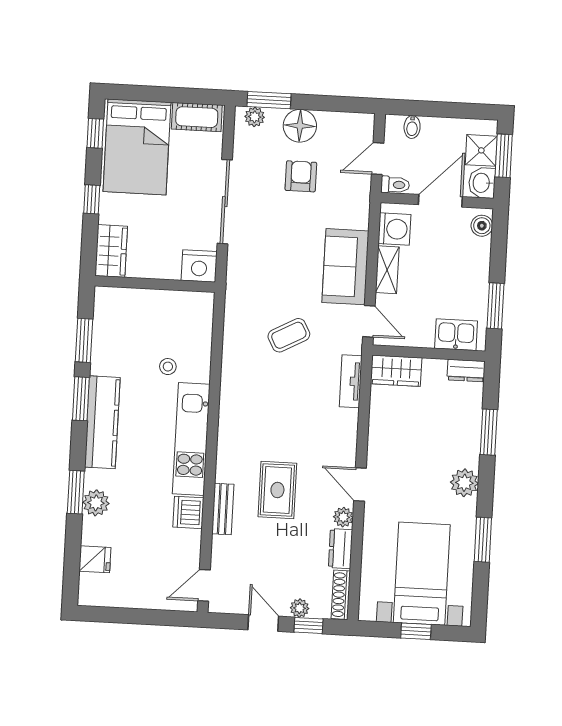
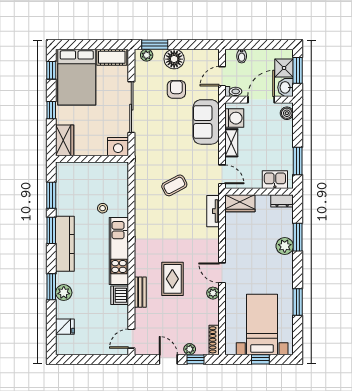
sofa: (345, 267) -> (206, 122), moved
plant: (464, 483) -> (285, 246), moved
dresser: (341, 549) -> (212, 312), removed

